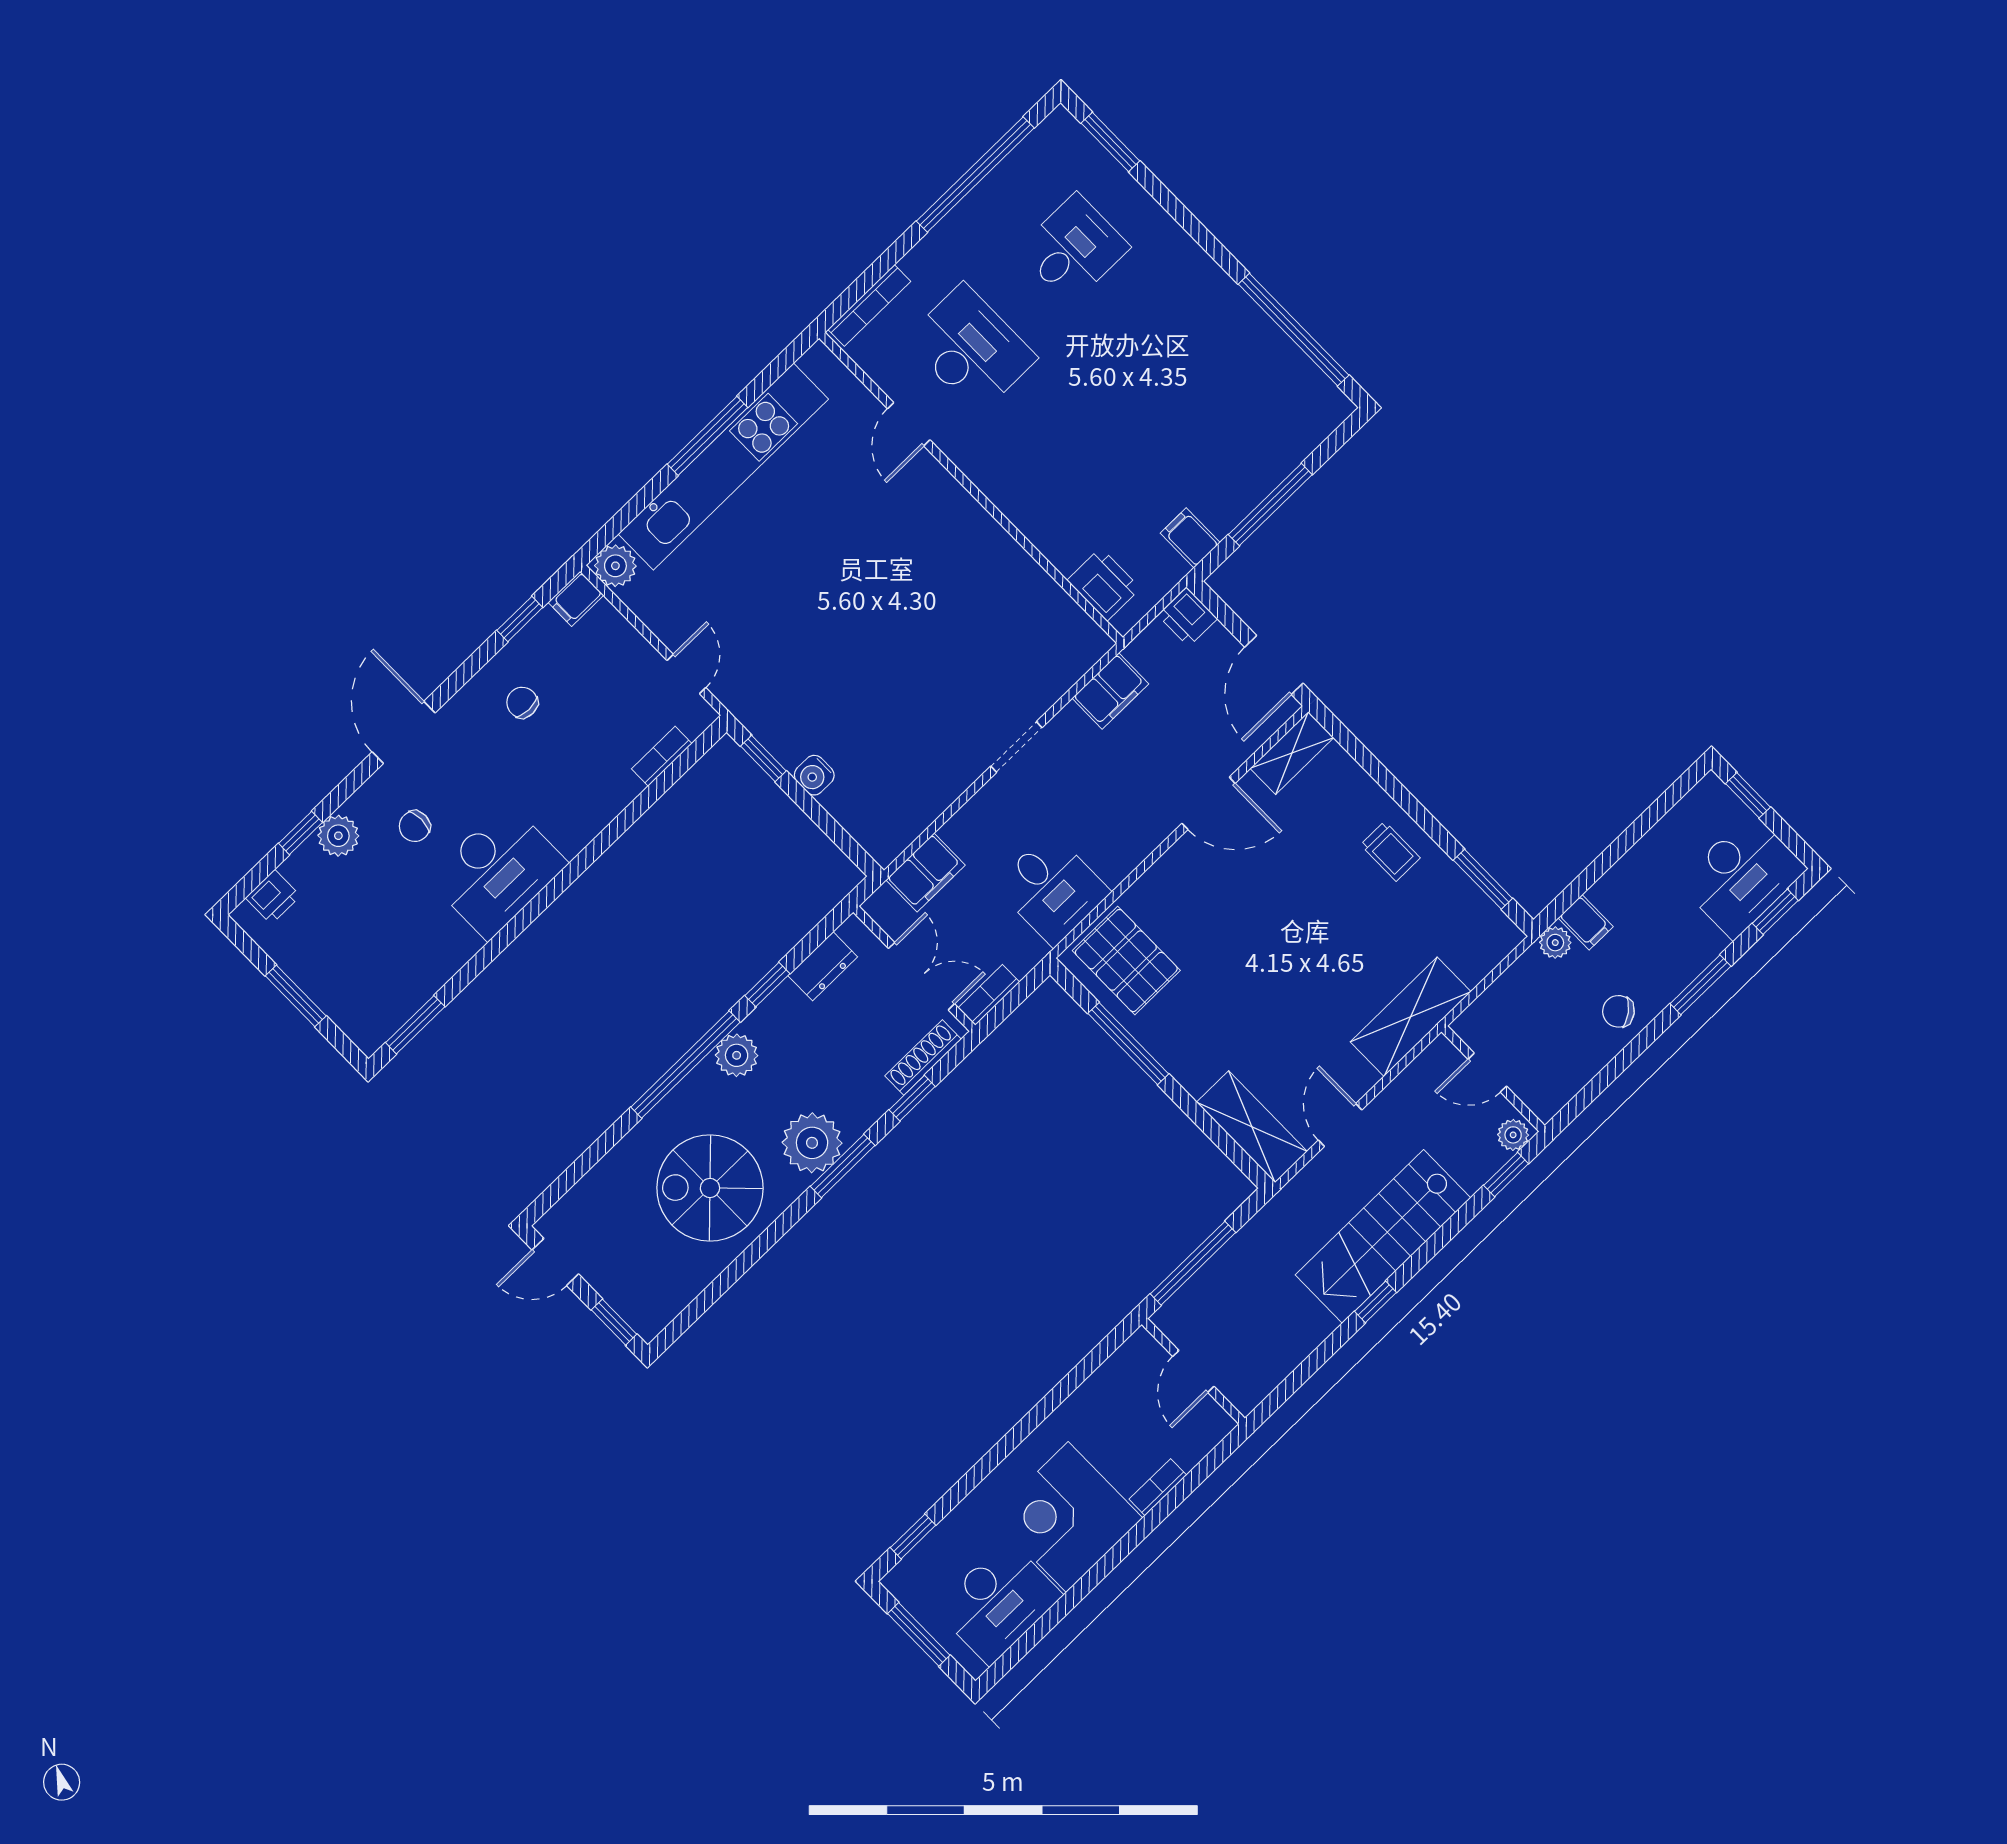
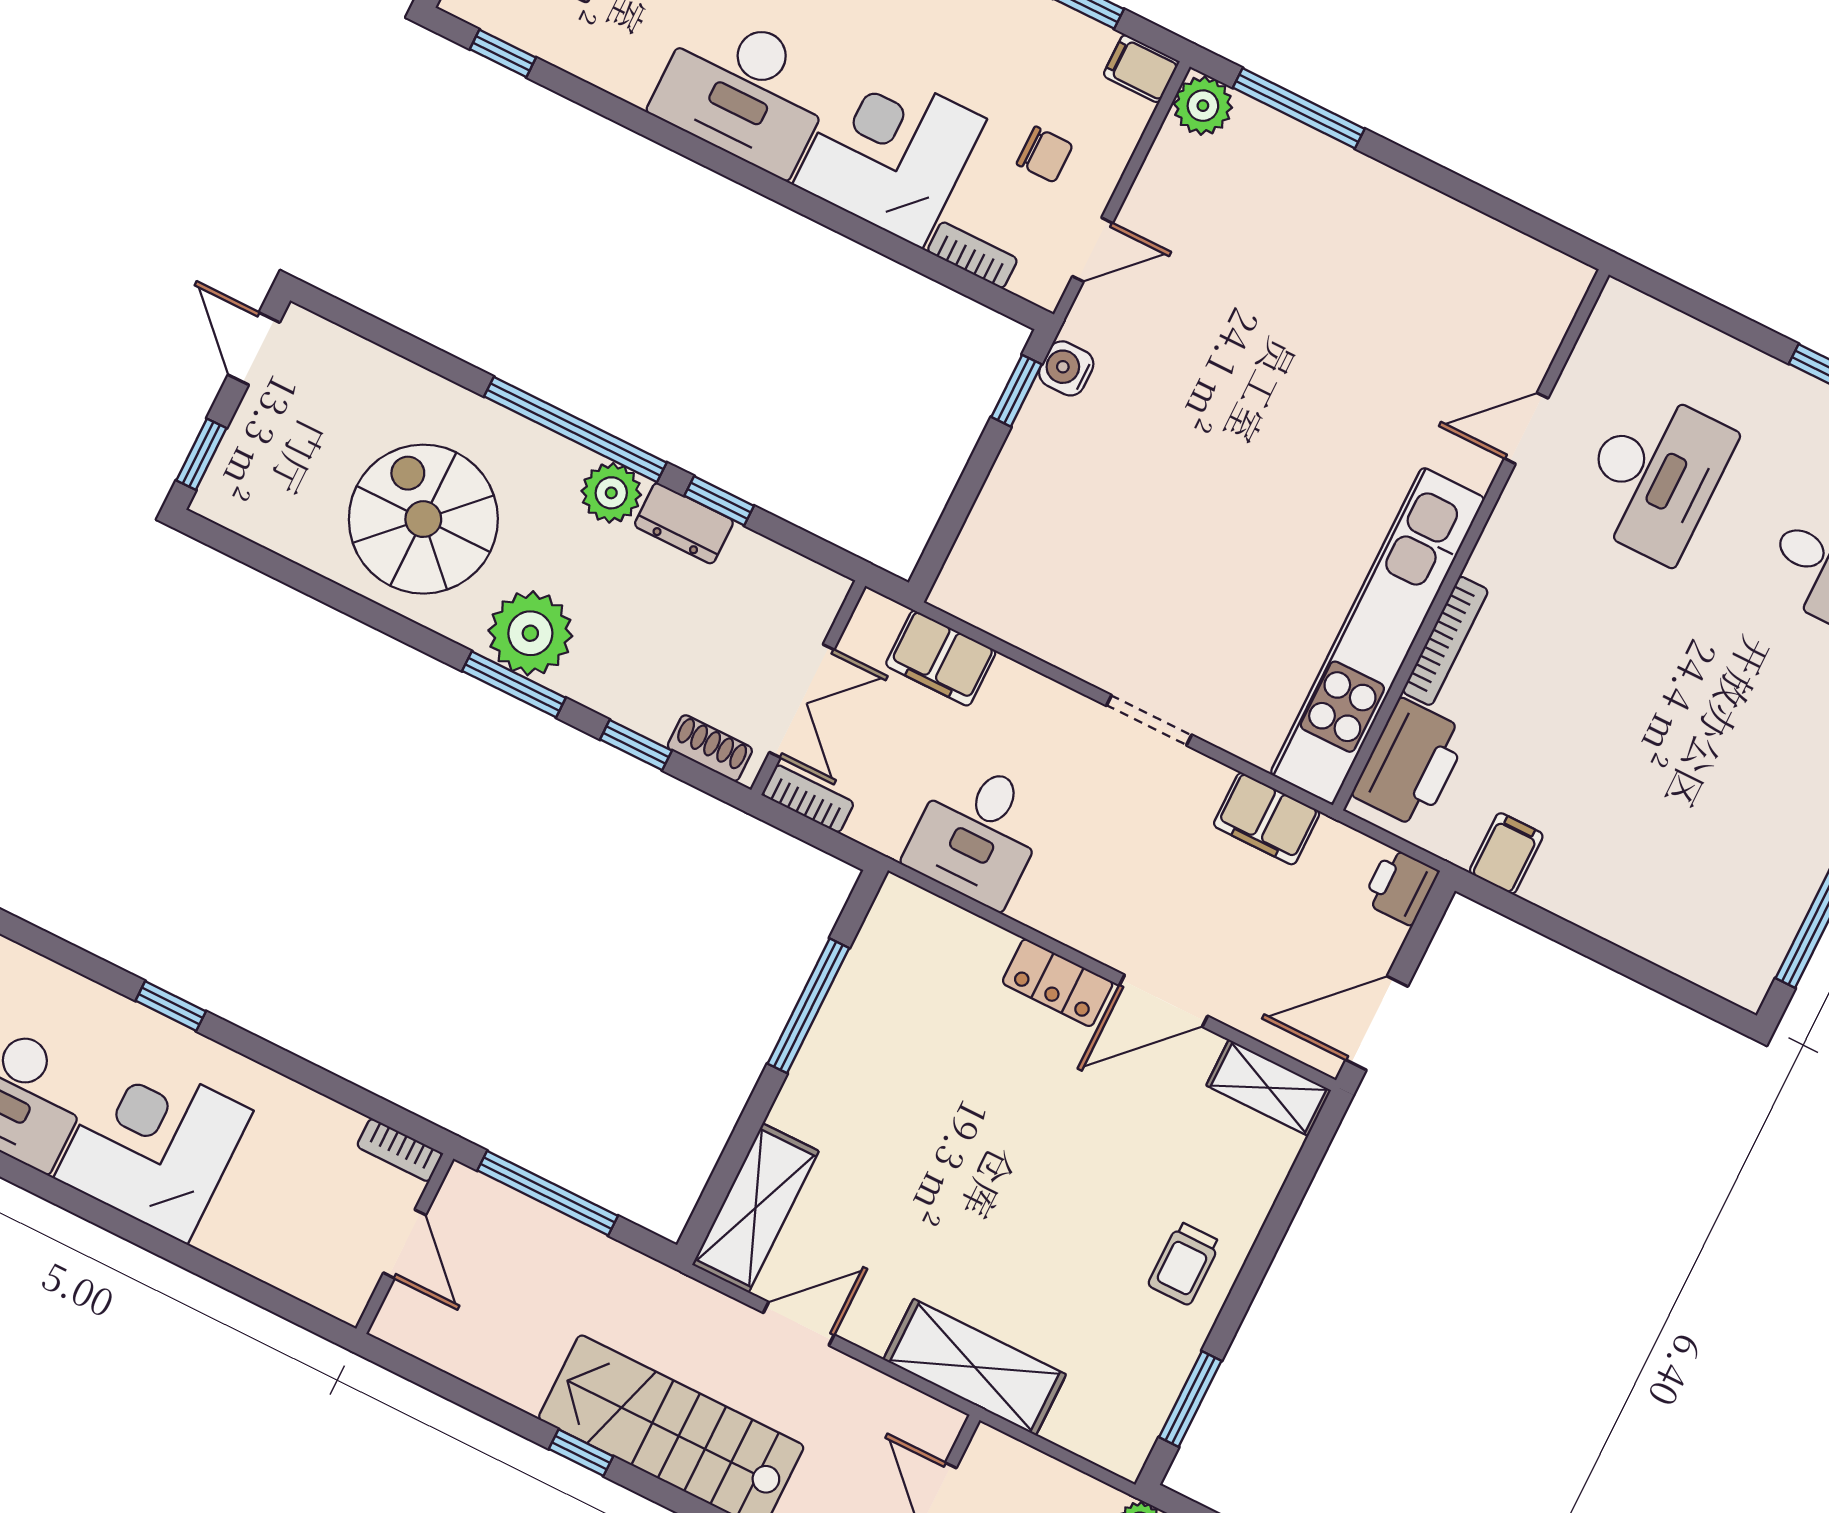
bookcase: (869, 305) -> (1445, 641), moved, turned -90
window: (707, 436) -> (1299, 108), moved
kitchen unit: (723, 467) -> (1377, 636), moved, turned 90
window: (1270, 505) -> (1587, 944), removed
printer: (1104, 584) -> (1411, 763), width x1.37, depth x1.19
chair: (522, 703) -> (1045, 154), moved, turned 90
water cooler: (814, 775) -> (1066, 368), moved
corner desk: (573, 788) -> (890, 152), added
door: (1209, 803) -> (1163, 1001), hinge flipped
locker: (1172, 870) -> (1058, 983), added
pallet: (1126, 961) -> (917, 965), removed
dresser: (823, 966) -> (684, 523), moved
window: (415, 1025) -> (503, 53), width x0.67
shoe rack: (923, 1058) -> (710, 748), width x0.70
door: (1193, 1371) -> (405, 1244), swing flipped
bookcase: (1158, 1487) -> (400, 1150), moved, turned 180
window: (913, 1536) -> (171, 1006), moved

